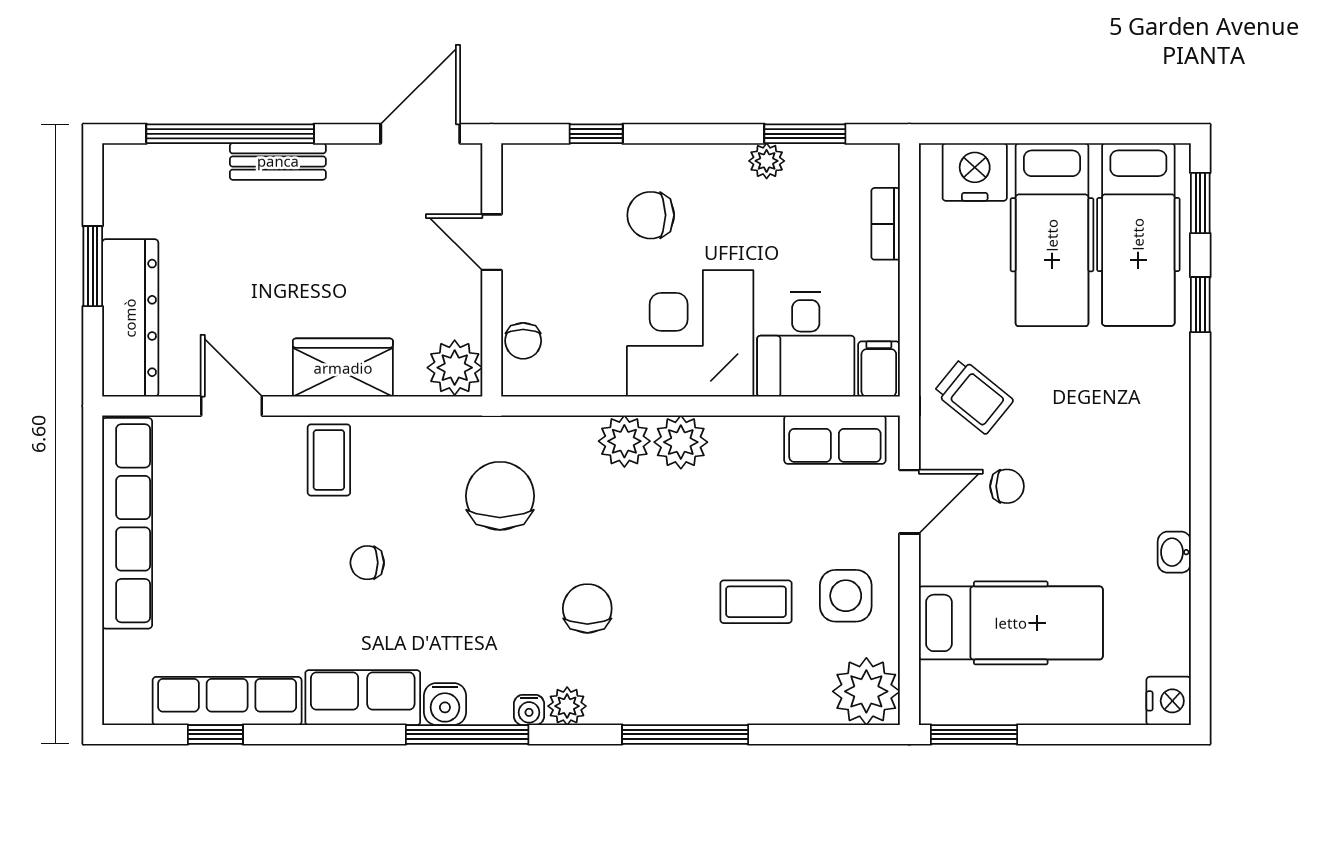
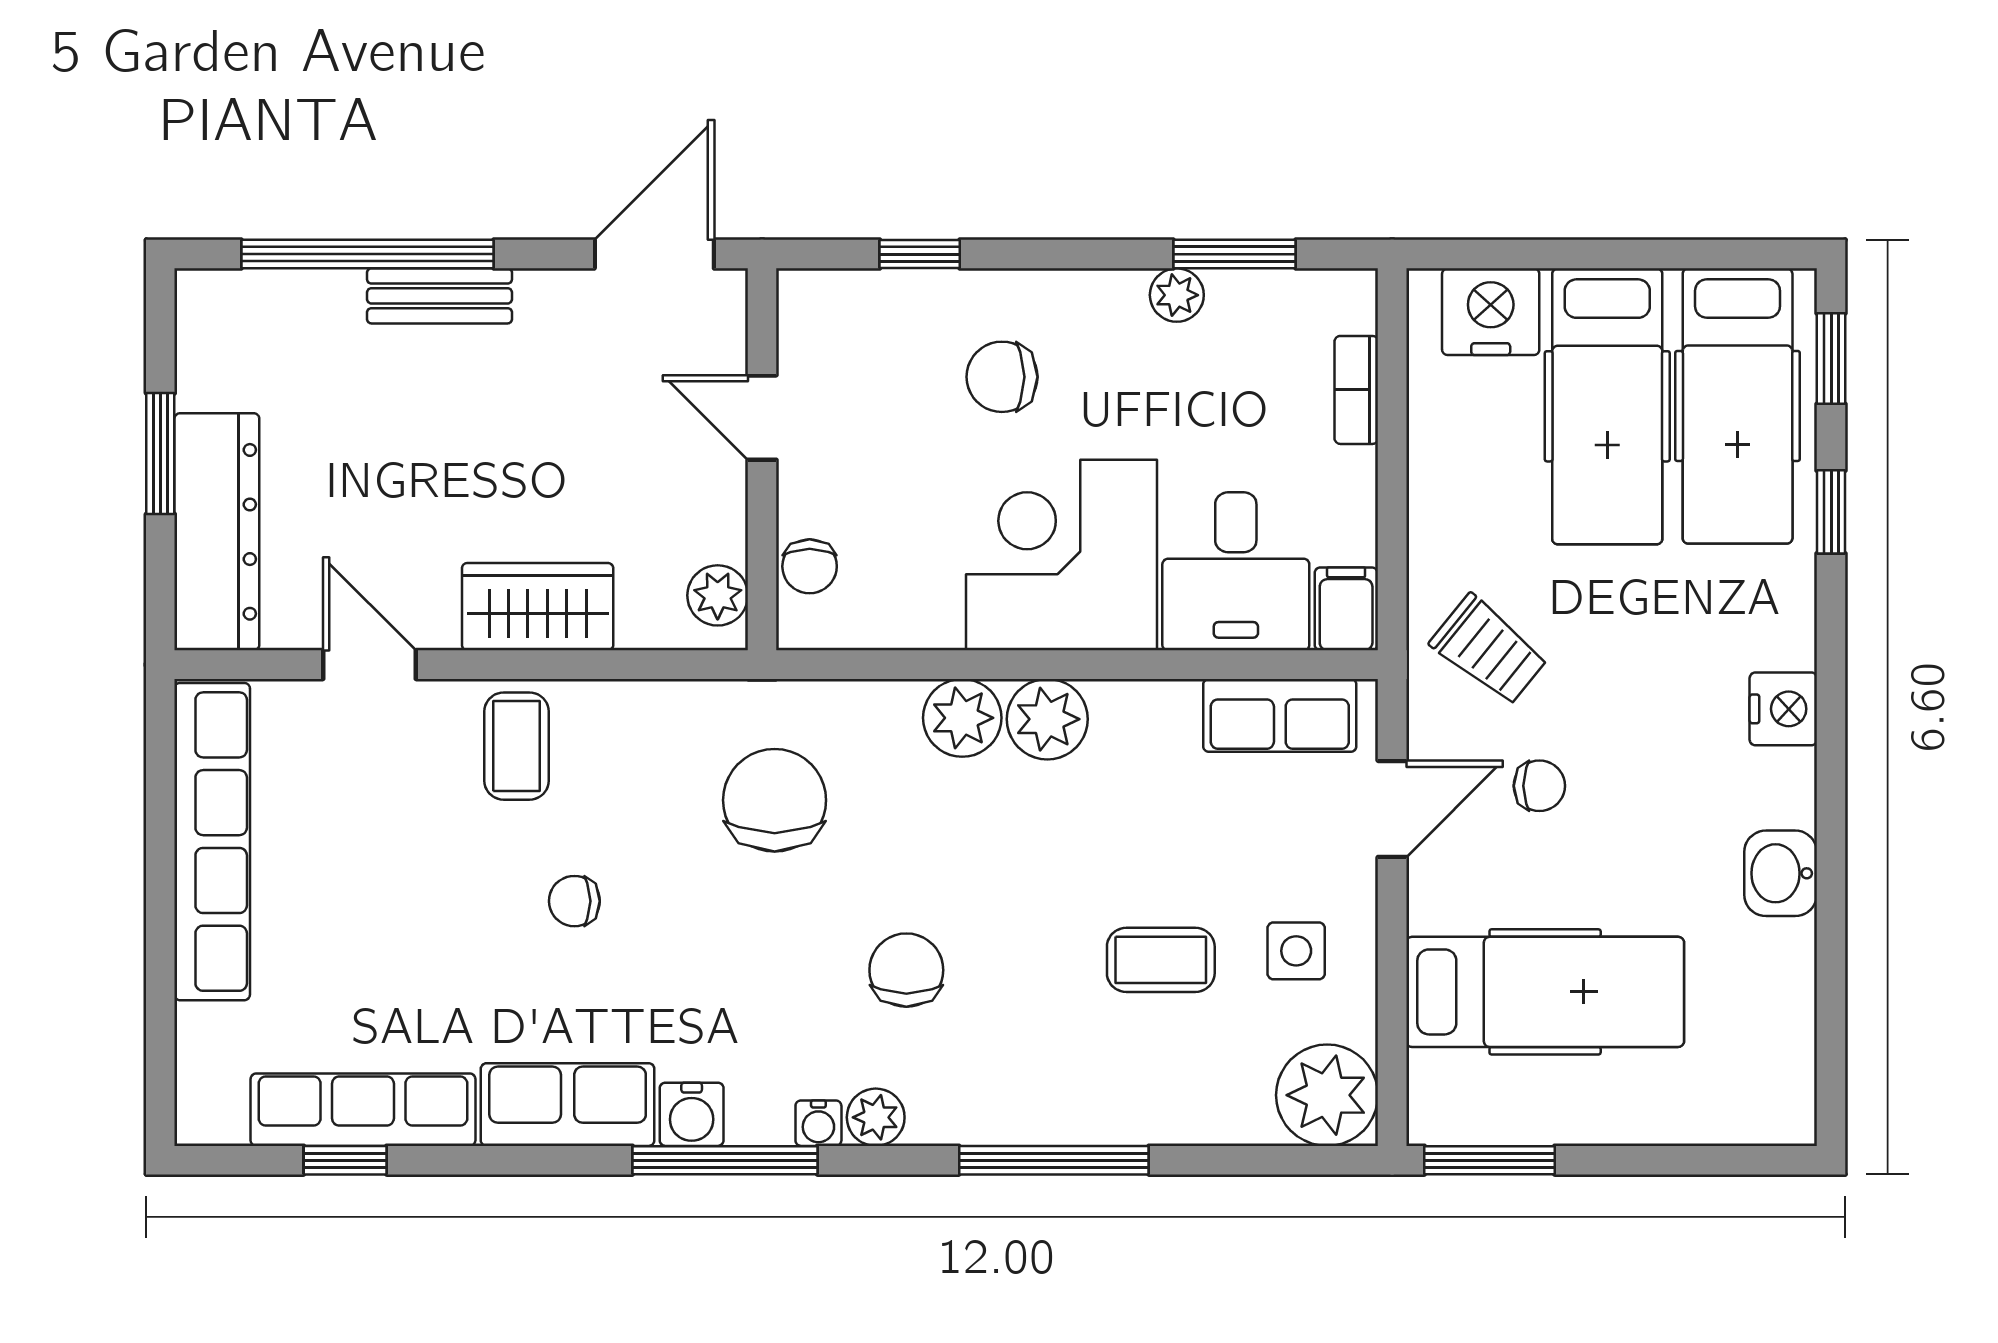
plant: (455, 368) -> (718, 595), width x0.73, depth x0.73
washbasin: (1174, 552) -> (1781, 873), width x1.38, depth x1.45
side table: (846, 596) -> (1296, 951), width x0.73, depth x0.73
nightstand: (1169, 701) -> (1783, 709), moved

